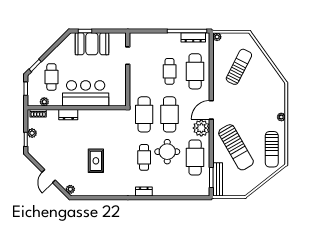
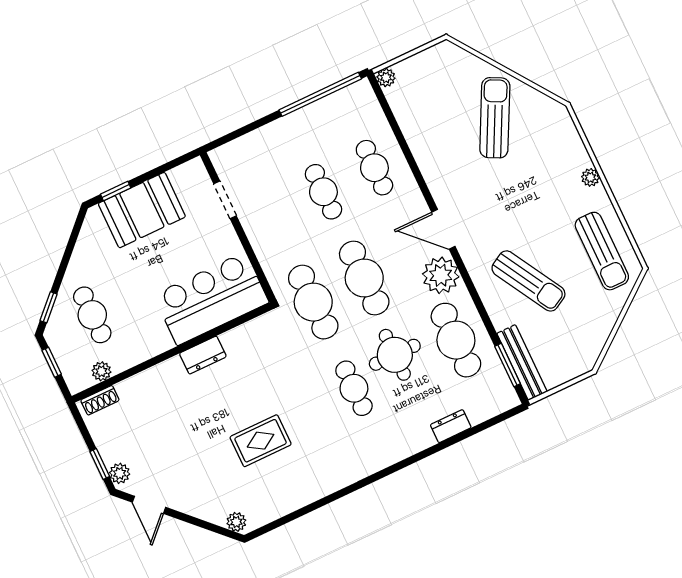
dresser: (193, 37) -> (339, 101), removed
sun lounger: (239, 67) -> (495, 118), moved
cafe table: (195, 71) -> (374, 168), width x0.73, depth x0.74
bar counter: (86, 93) -> (211, 299), moved
door: (211, 110) -> (443, 229), hinge flipped
dresser: (68, 115) -> (203, 355), moved
plant: (32, 133) -> (120, 473), moved
sun lounger: (236, 147) -> (528, 281), width x0.73, depth x0.75
rug: (96, 161) -> (261, 441), turned 90
door: (49, 176) -> (149, 505), moved
dresser: (144, 192) -> (451, 426), moved

